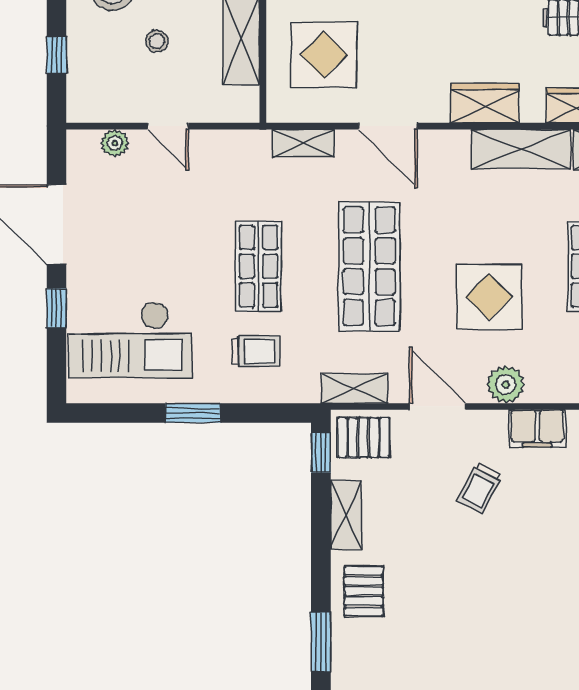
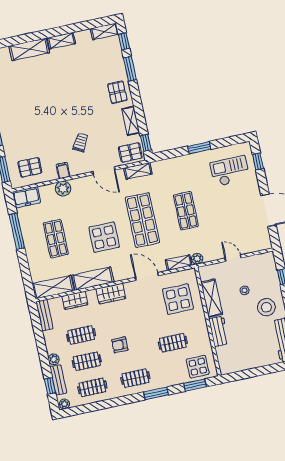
plant: (115, 143) -> (197, 259), moved
display table: (489, 297) -> (104, 237), moved
window: (57, 308) -> (258, 161), moved
checkout: (130, 340) -> (230, 171), width x0.73, depth x0.83
trolley: (256, 351) -> (180, 177), removed
plant: (506, 384) -> (63, 189), moved
filing cabinet: (537, 428) -> (63, 171), width x0.50

